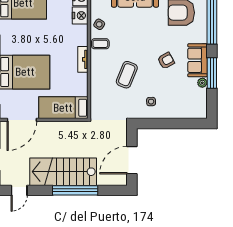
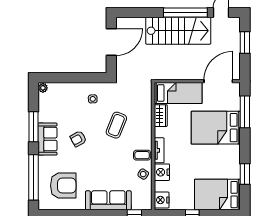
nightstand: (80, 16) -> (162, 172), moved
tv unit: (83, 59) -> (159, 150), moved
plant: (202, 83) -> (43, 88), moved
wardrobe: (81, 85) -> (161, 116), added
window: (75, 190) -> (185, 13), moved

